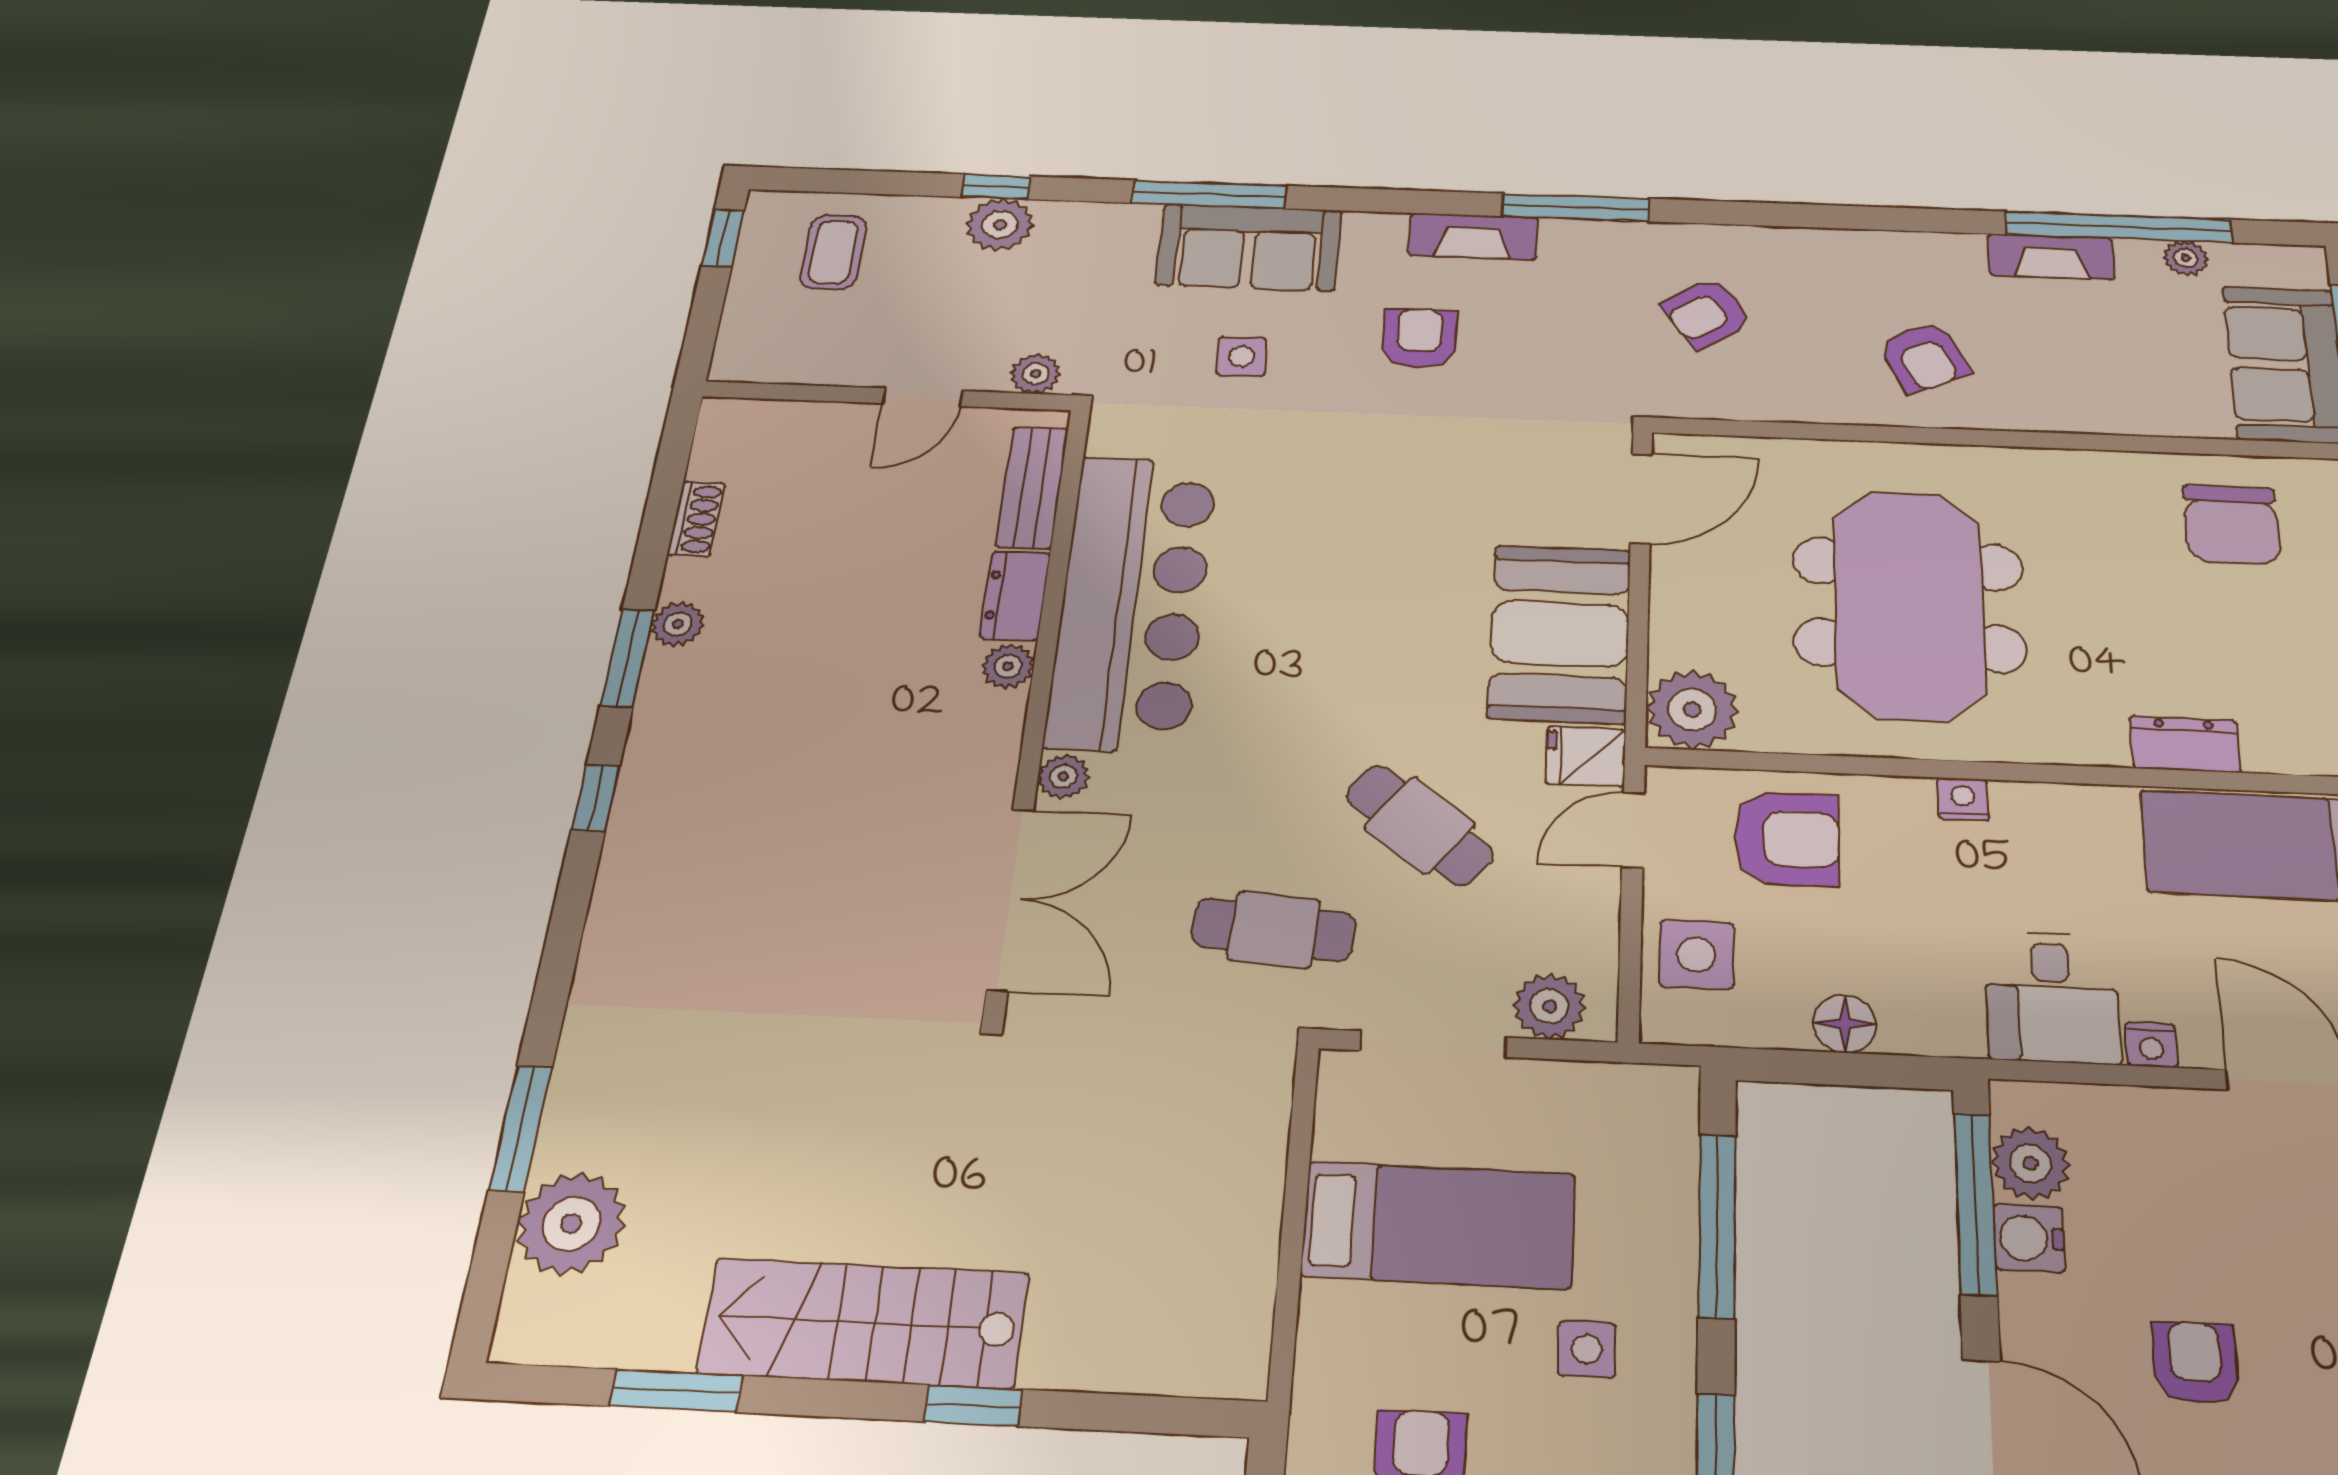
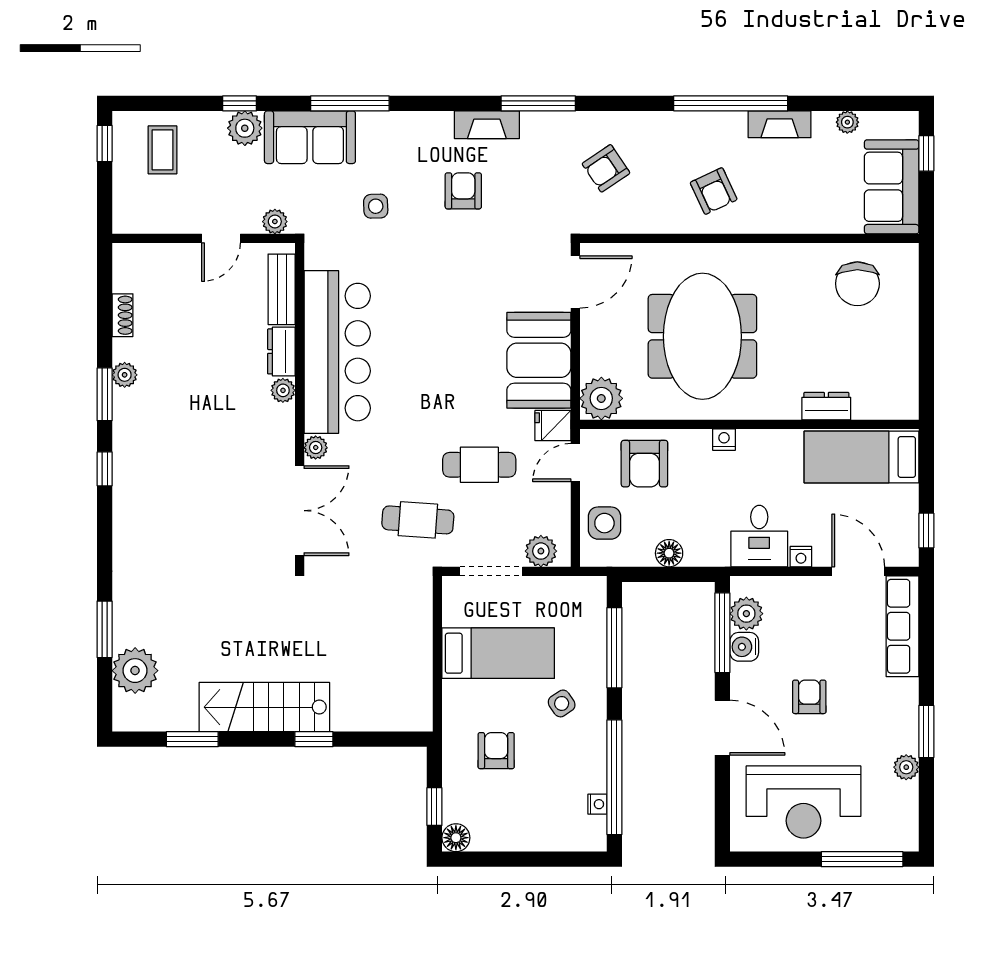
window: (2119, 227) -> (731, 103), moved
sofa: (1249, 247) -> (310, 137), moved
cafe table: (1420, 825) -> (479, 465), turned -38
armchair: (1787, 839) -> (644, 464), turned 90
side table: (1587, 1349) -> (562, 703), turned -34

